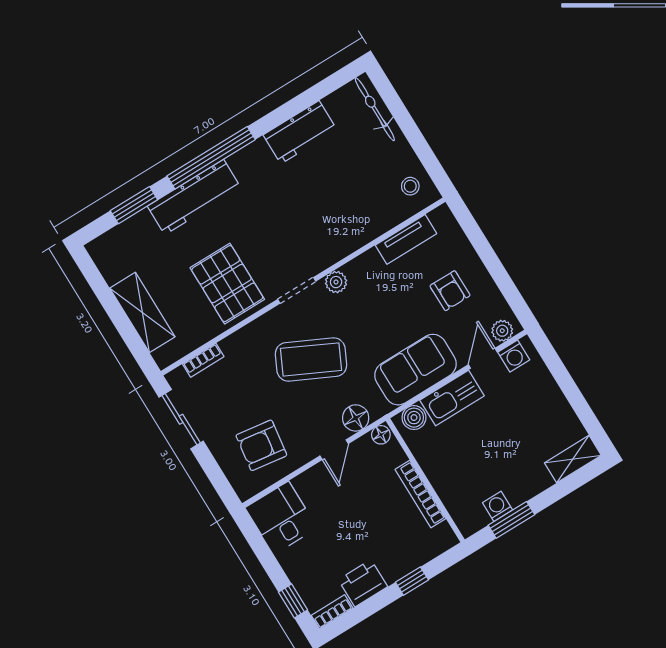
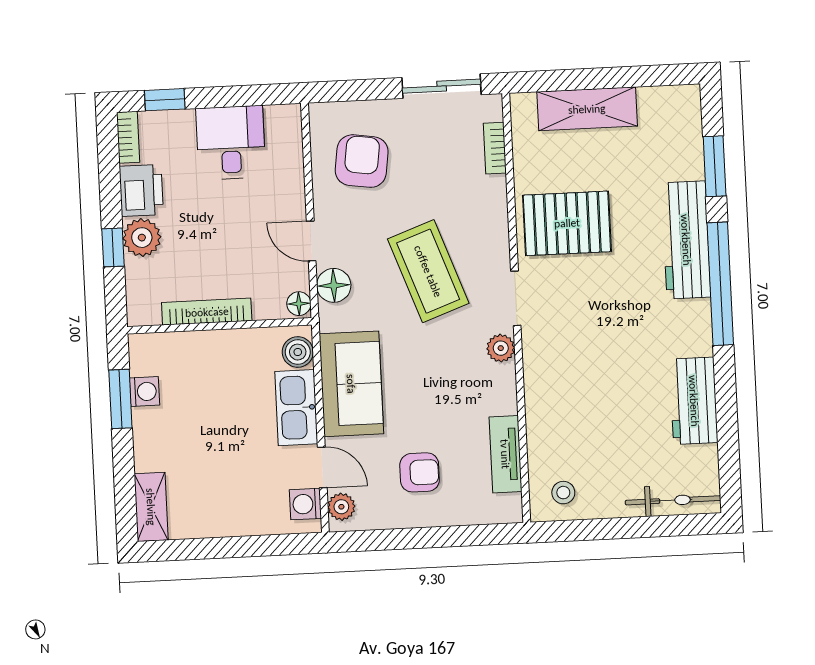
armchair: (450, 291) -> (420, 472), turned 180
coffee table: (311, 359) -> (428, 271), turned -46
desk: (281, 518) -> (231, 143), moved, turned -90
plant: (395, 565) -> (142, 238), added

